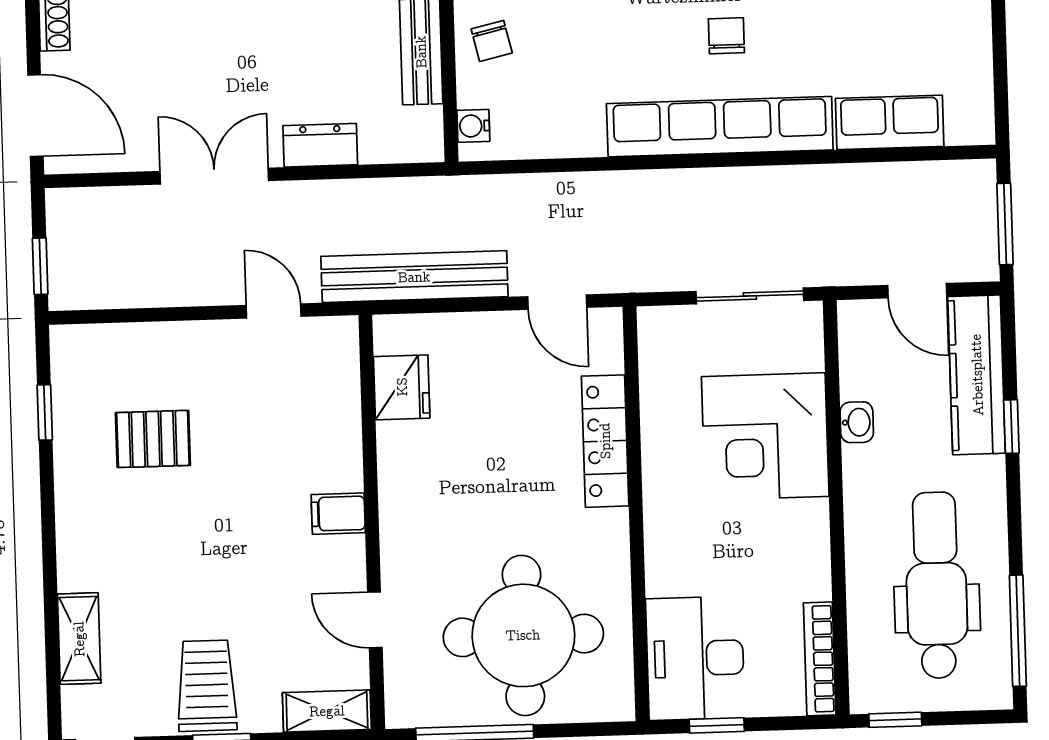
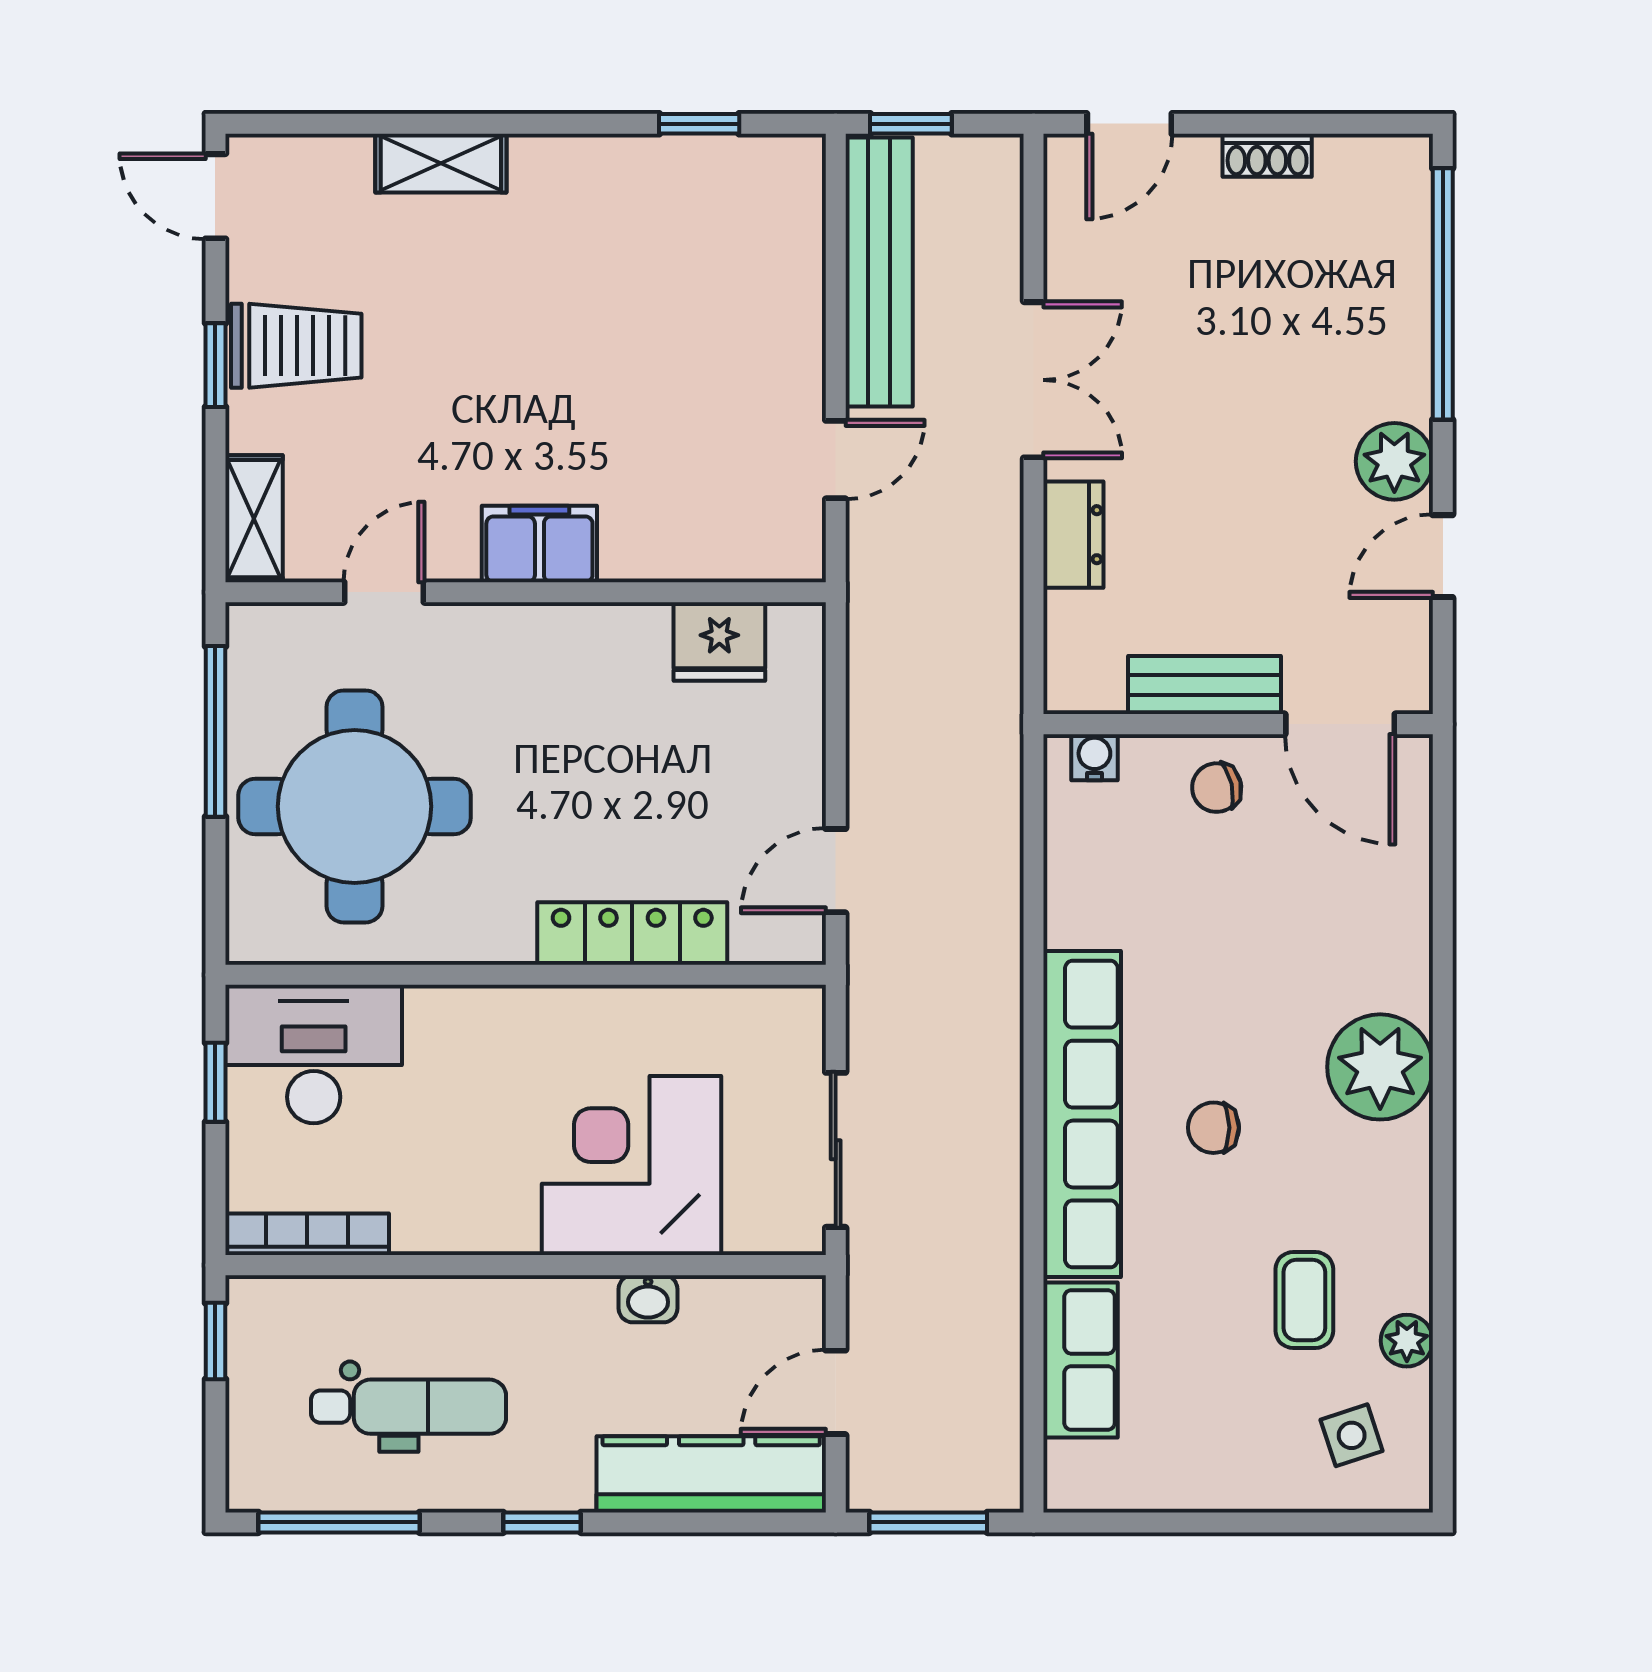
chair: (726, 36) -> (1213, 1128), turned 180
door: (35, 116) -> (1129, 124), width x0.73
bench: (414, 277) -> (879, 272), moved
window: (1011, 427) -> (542, 1522), moved
pallet: (153, 439) -> (656, 279), removed
filing cabinet: (338, 514) -> (539, 544), width x2.00
dental chair: (936, 585) -> (409, 1407), width x0.73, depth x0.72
shelving: (79, 639) -> (441, 163), moved

